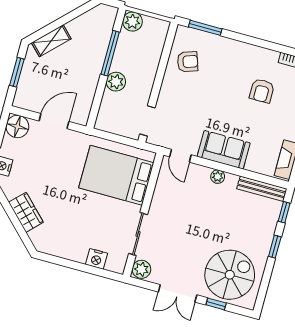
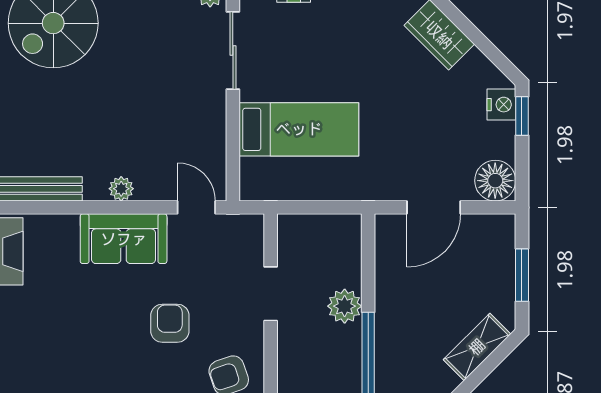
armchair: (262, 91) -> (170, 323), moved
doorway: (147, 121) -> (271, 294), moved
bed: (116, 175) -> (299, 129), width x0.67

